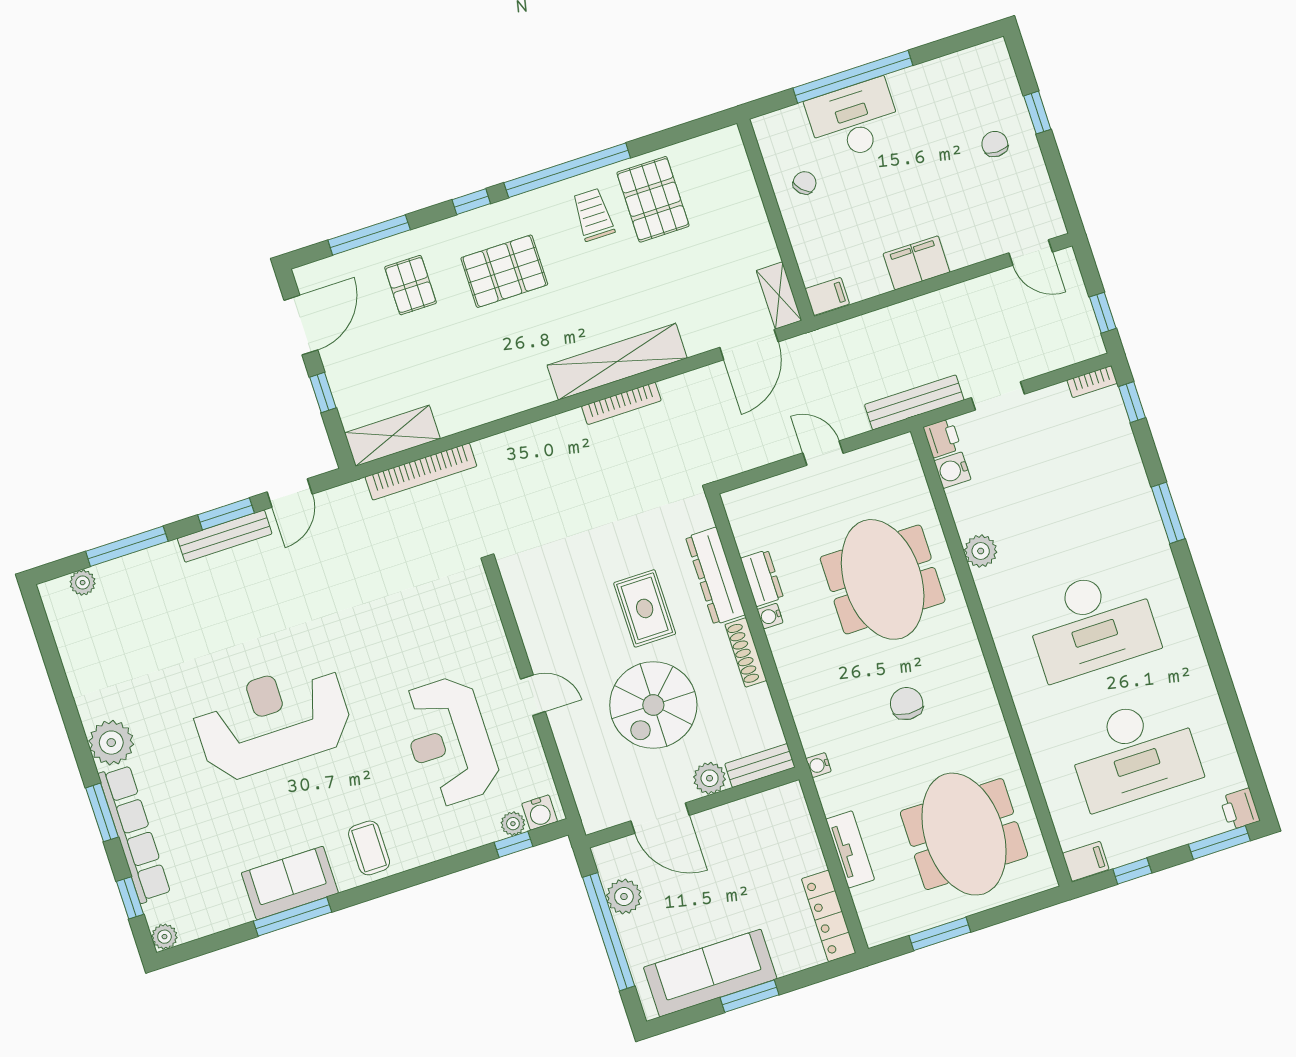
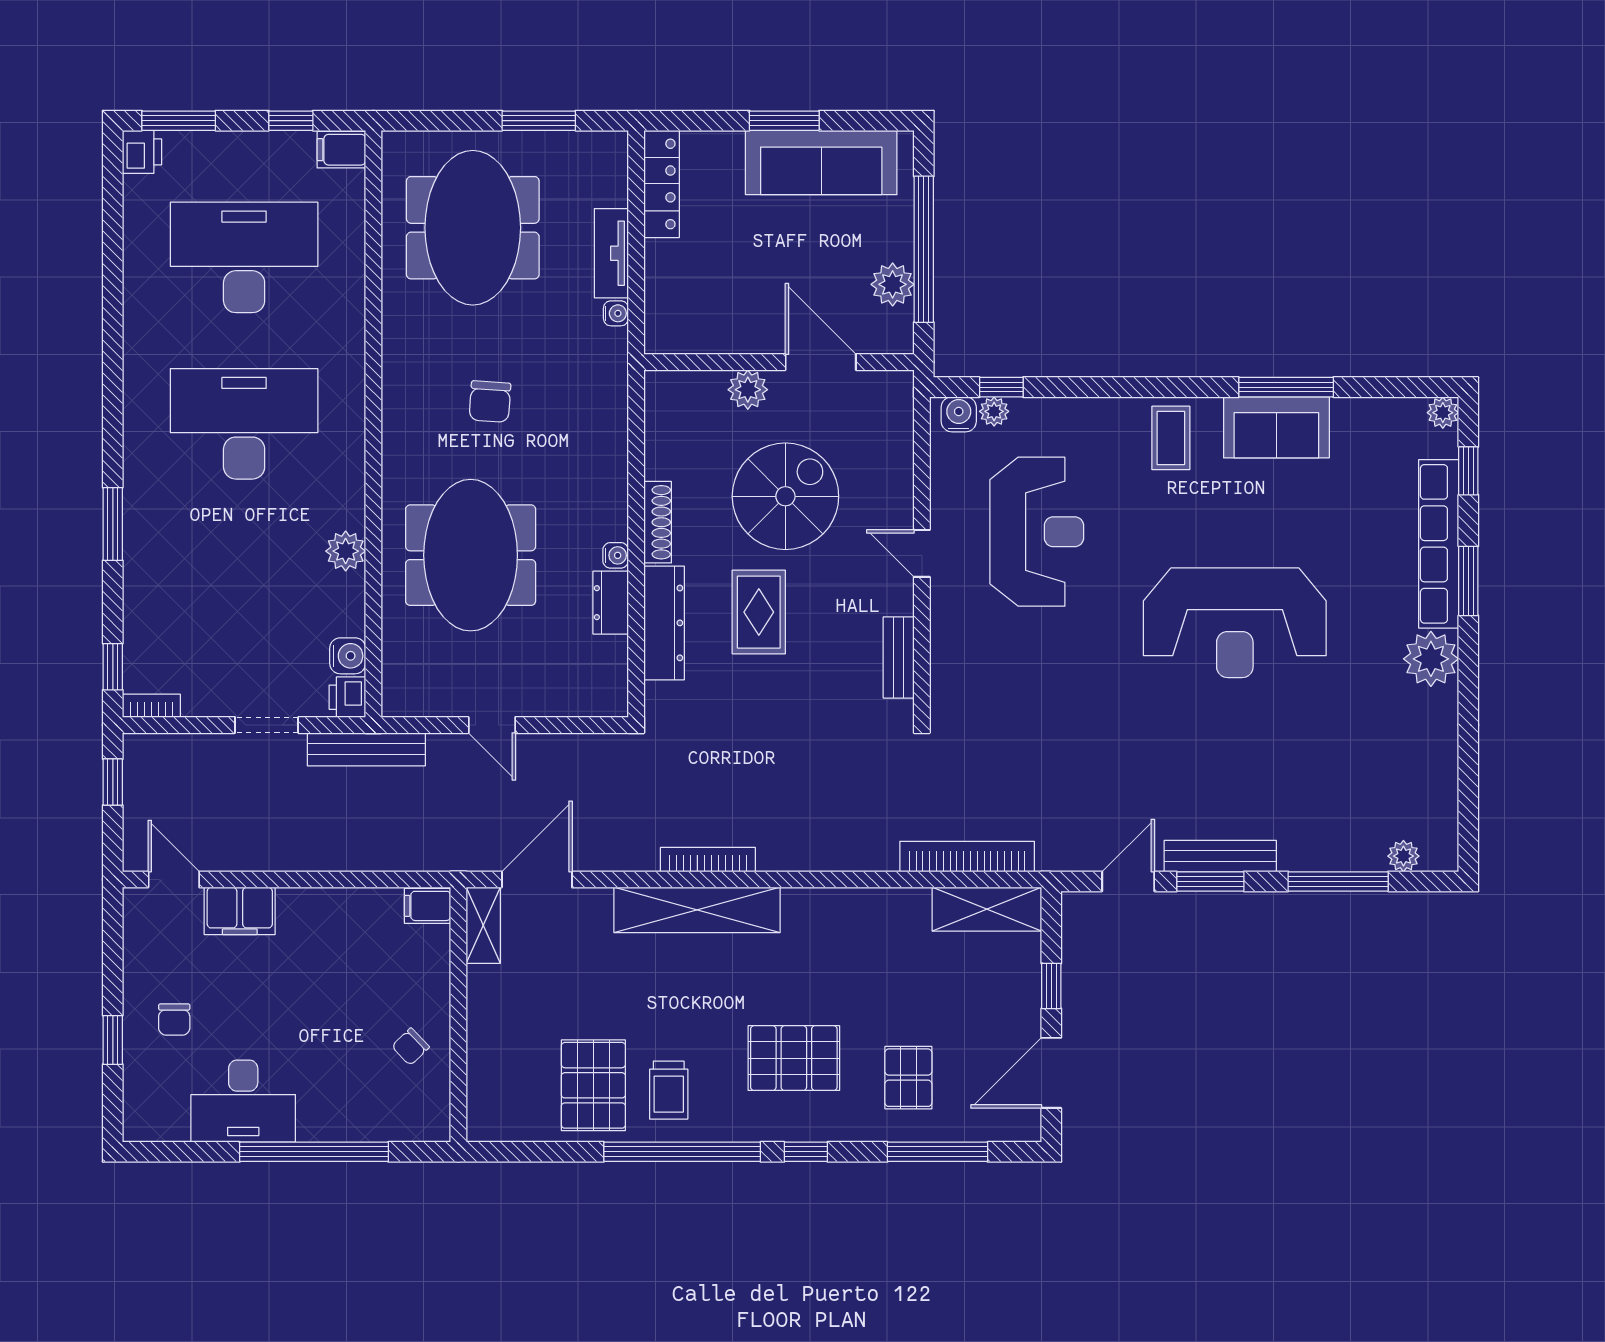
desk: (854, 120) -> (243, 1101), moved
filing cabinet: (916, 263) -> (240, 911), moved
bench: (760, 765) -> (899, 657), moved, turned 90
water cooler: (819, 765) -> (616, 313), moved

